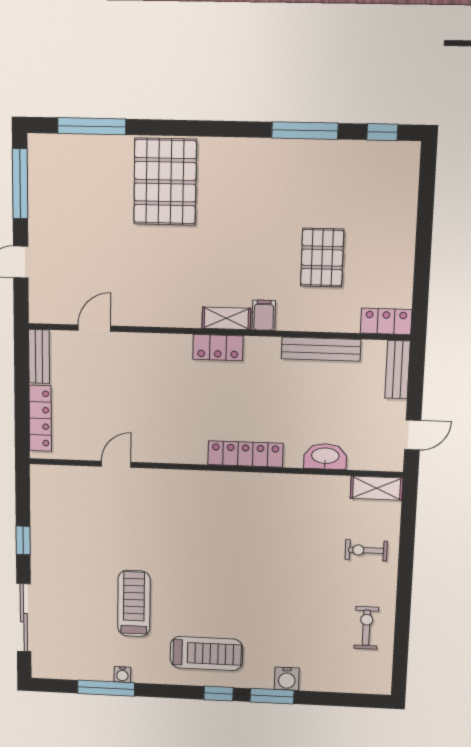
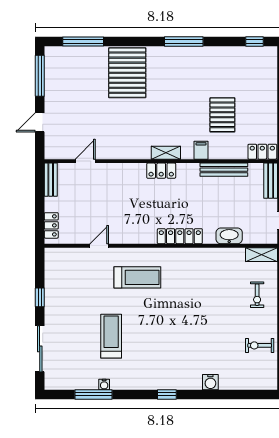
window: (305, 131) -> (184, 42), moved
filing cabinet: (264, 315) -> (201, 150), moved
locker: (40, 418) -> (51, 225), width x0.66
exercise bike: (366, 550) -> (257, 295), turned -90
exercise bike: (366, 628) -> (260, 345), turned -90
treadmill: (206, 654) -> (137, 277), moved
window: (272, 696) -> (201, 394), removed

